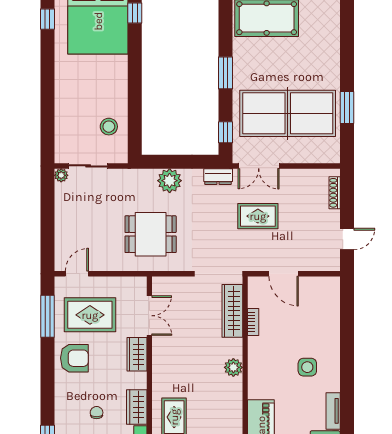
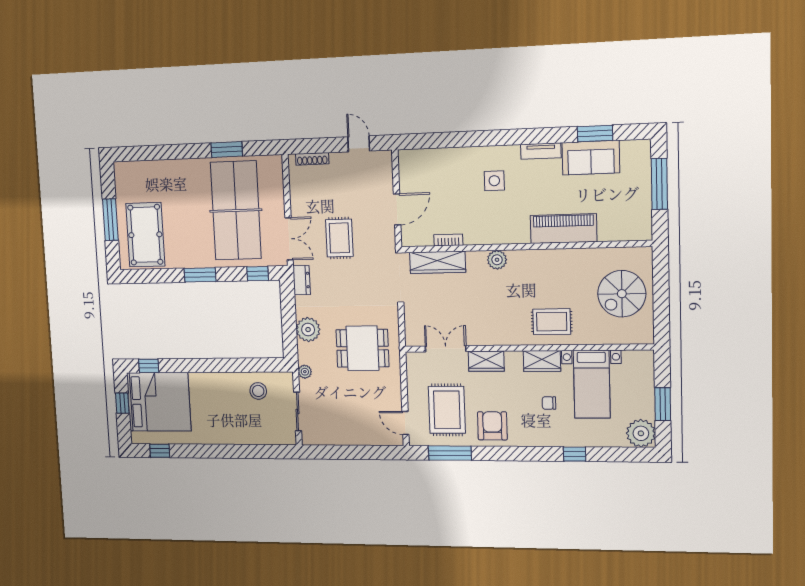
plant: (61, 175) -> (305, 372), moved
dining table: (151, 234) -> (362, 348), turned 90

